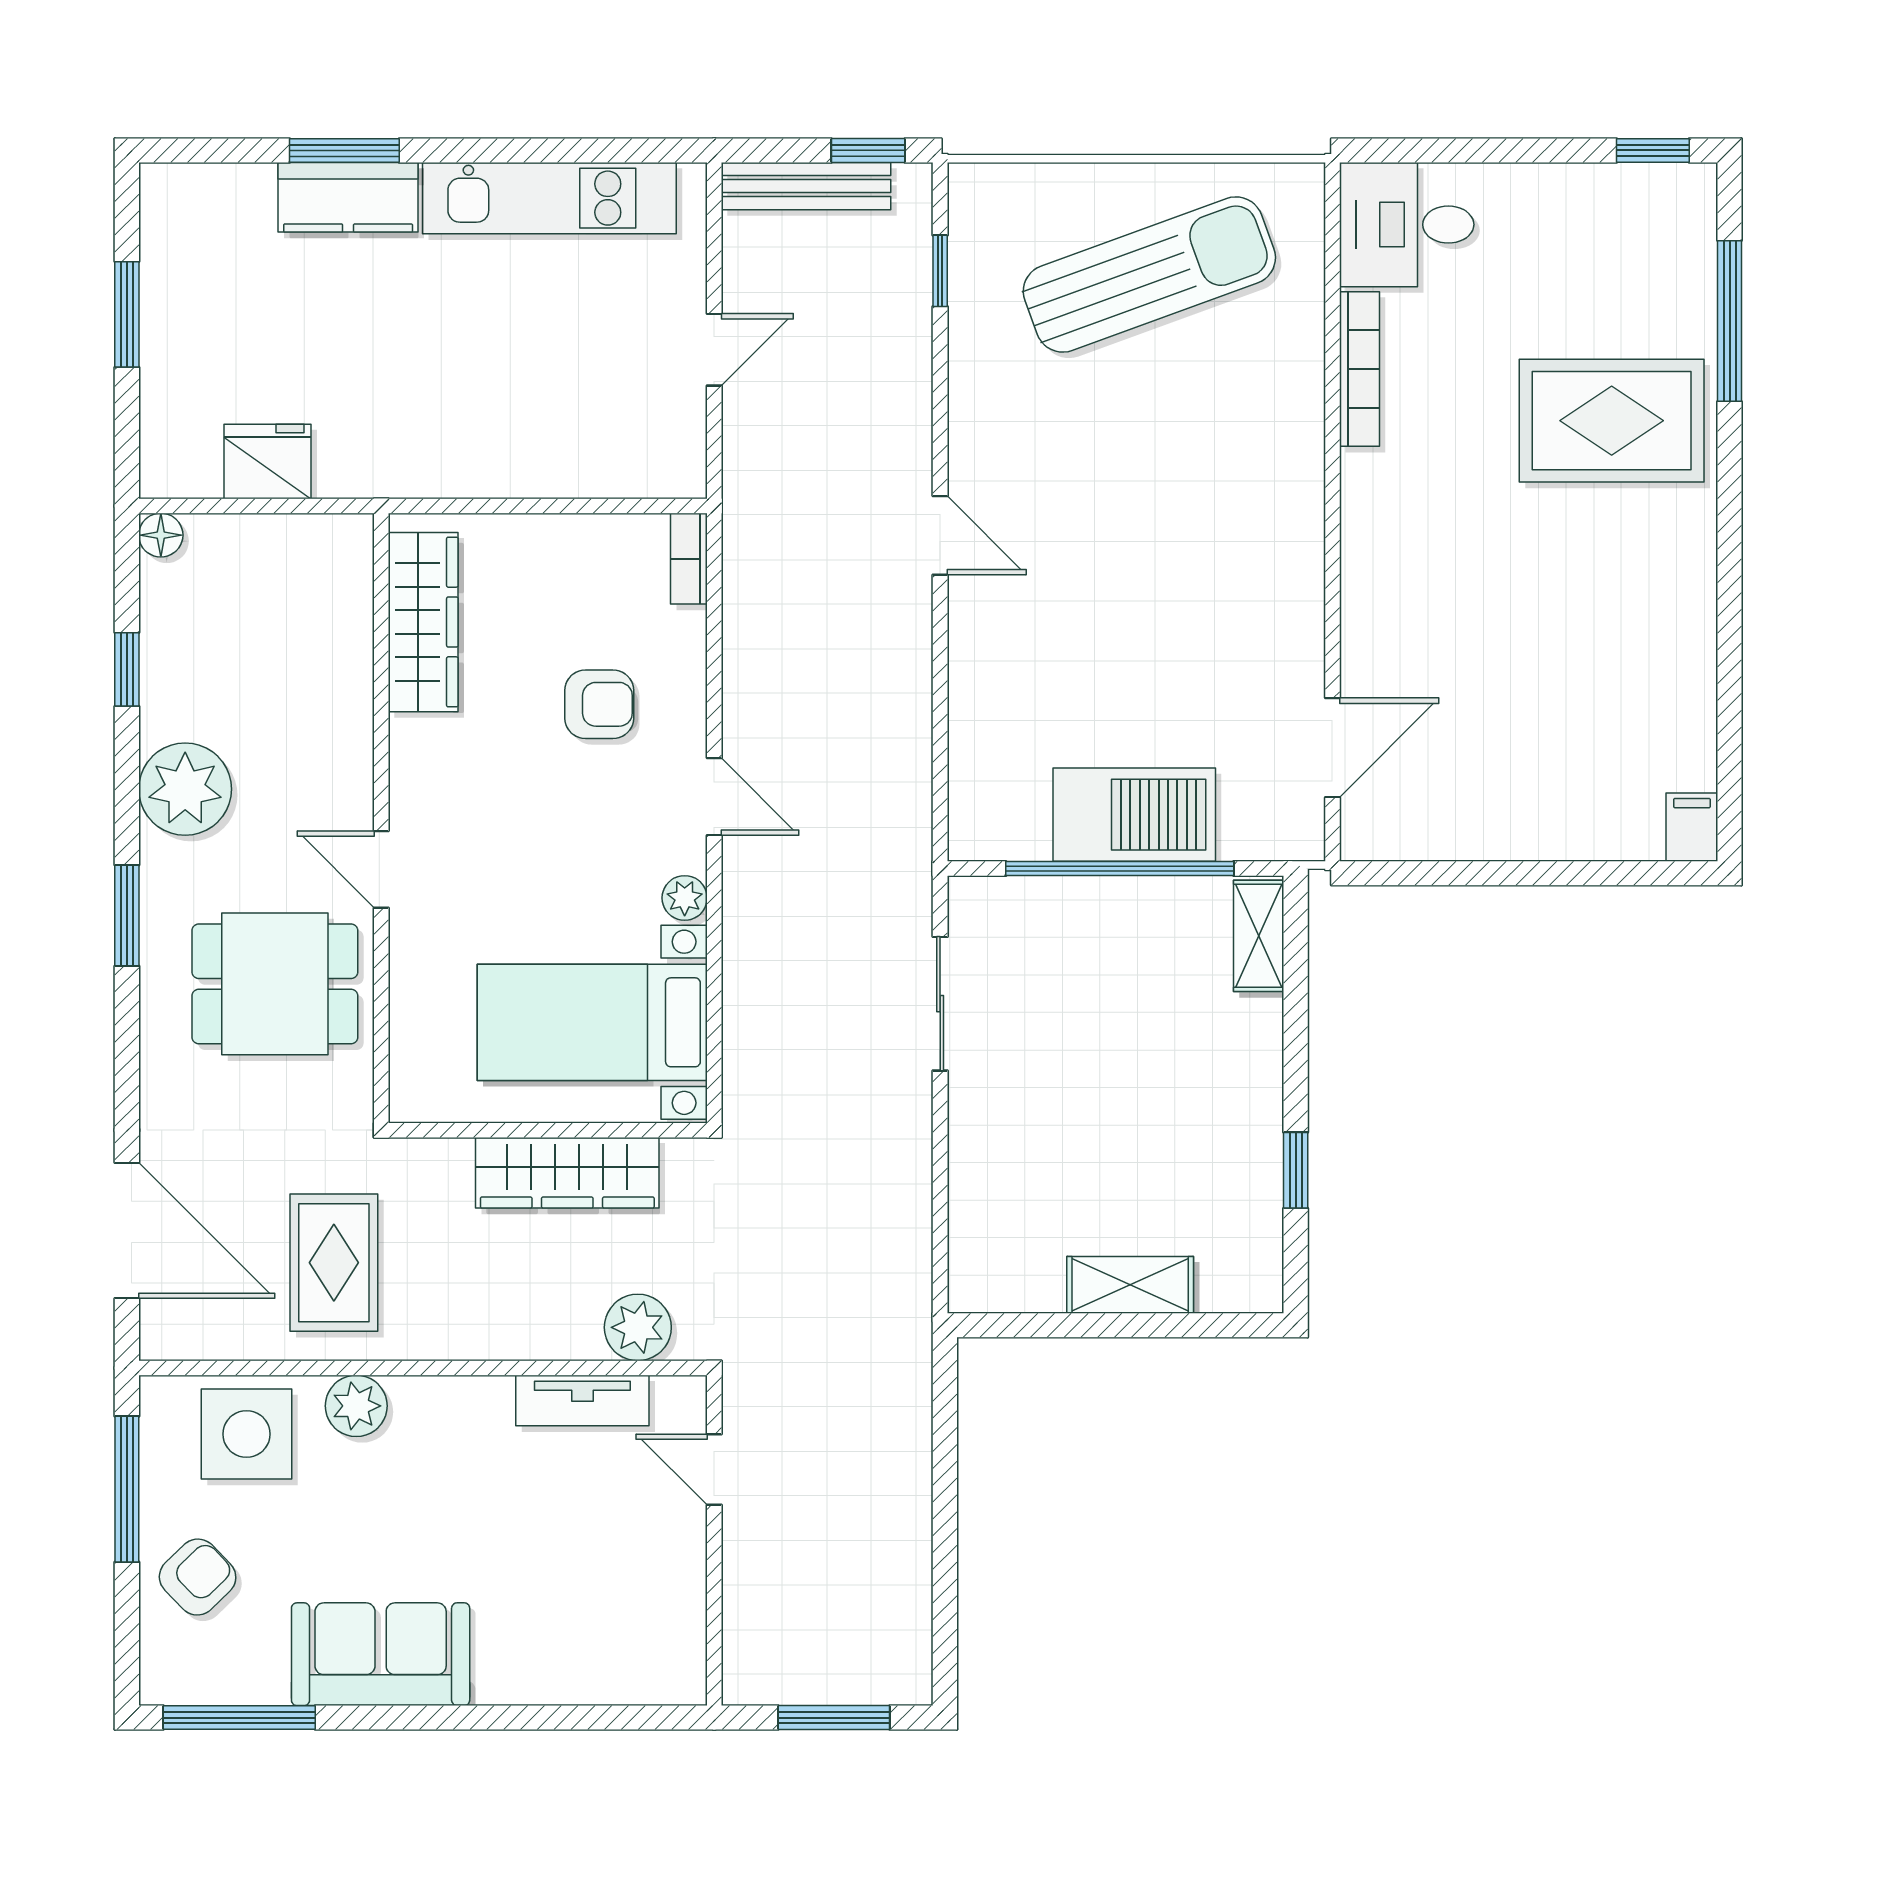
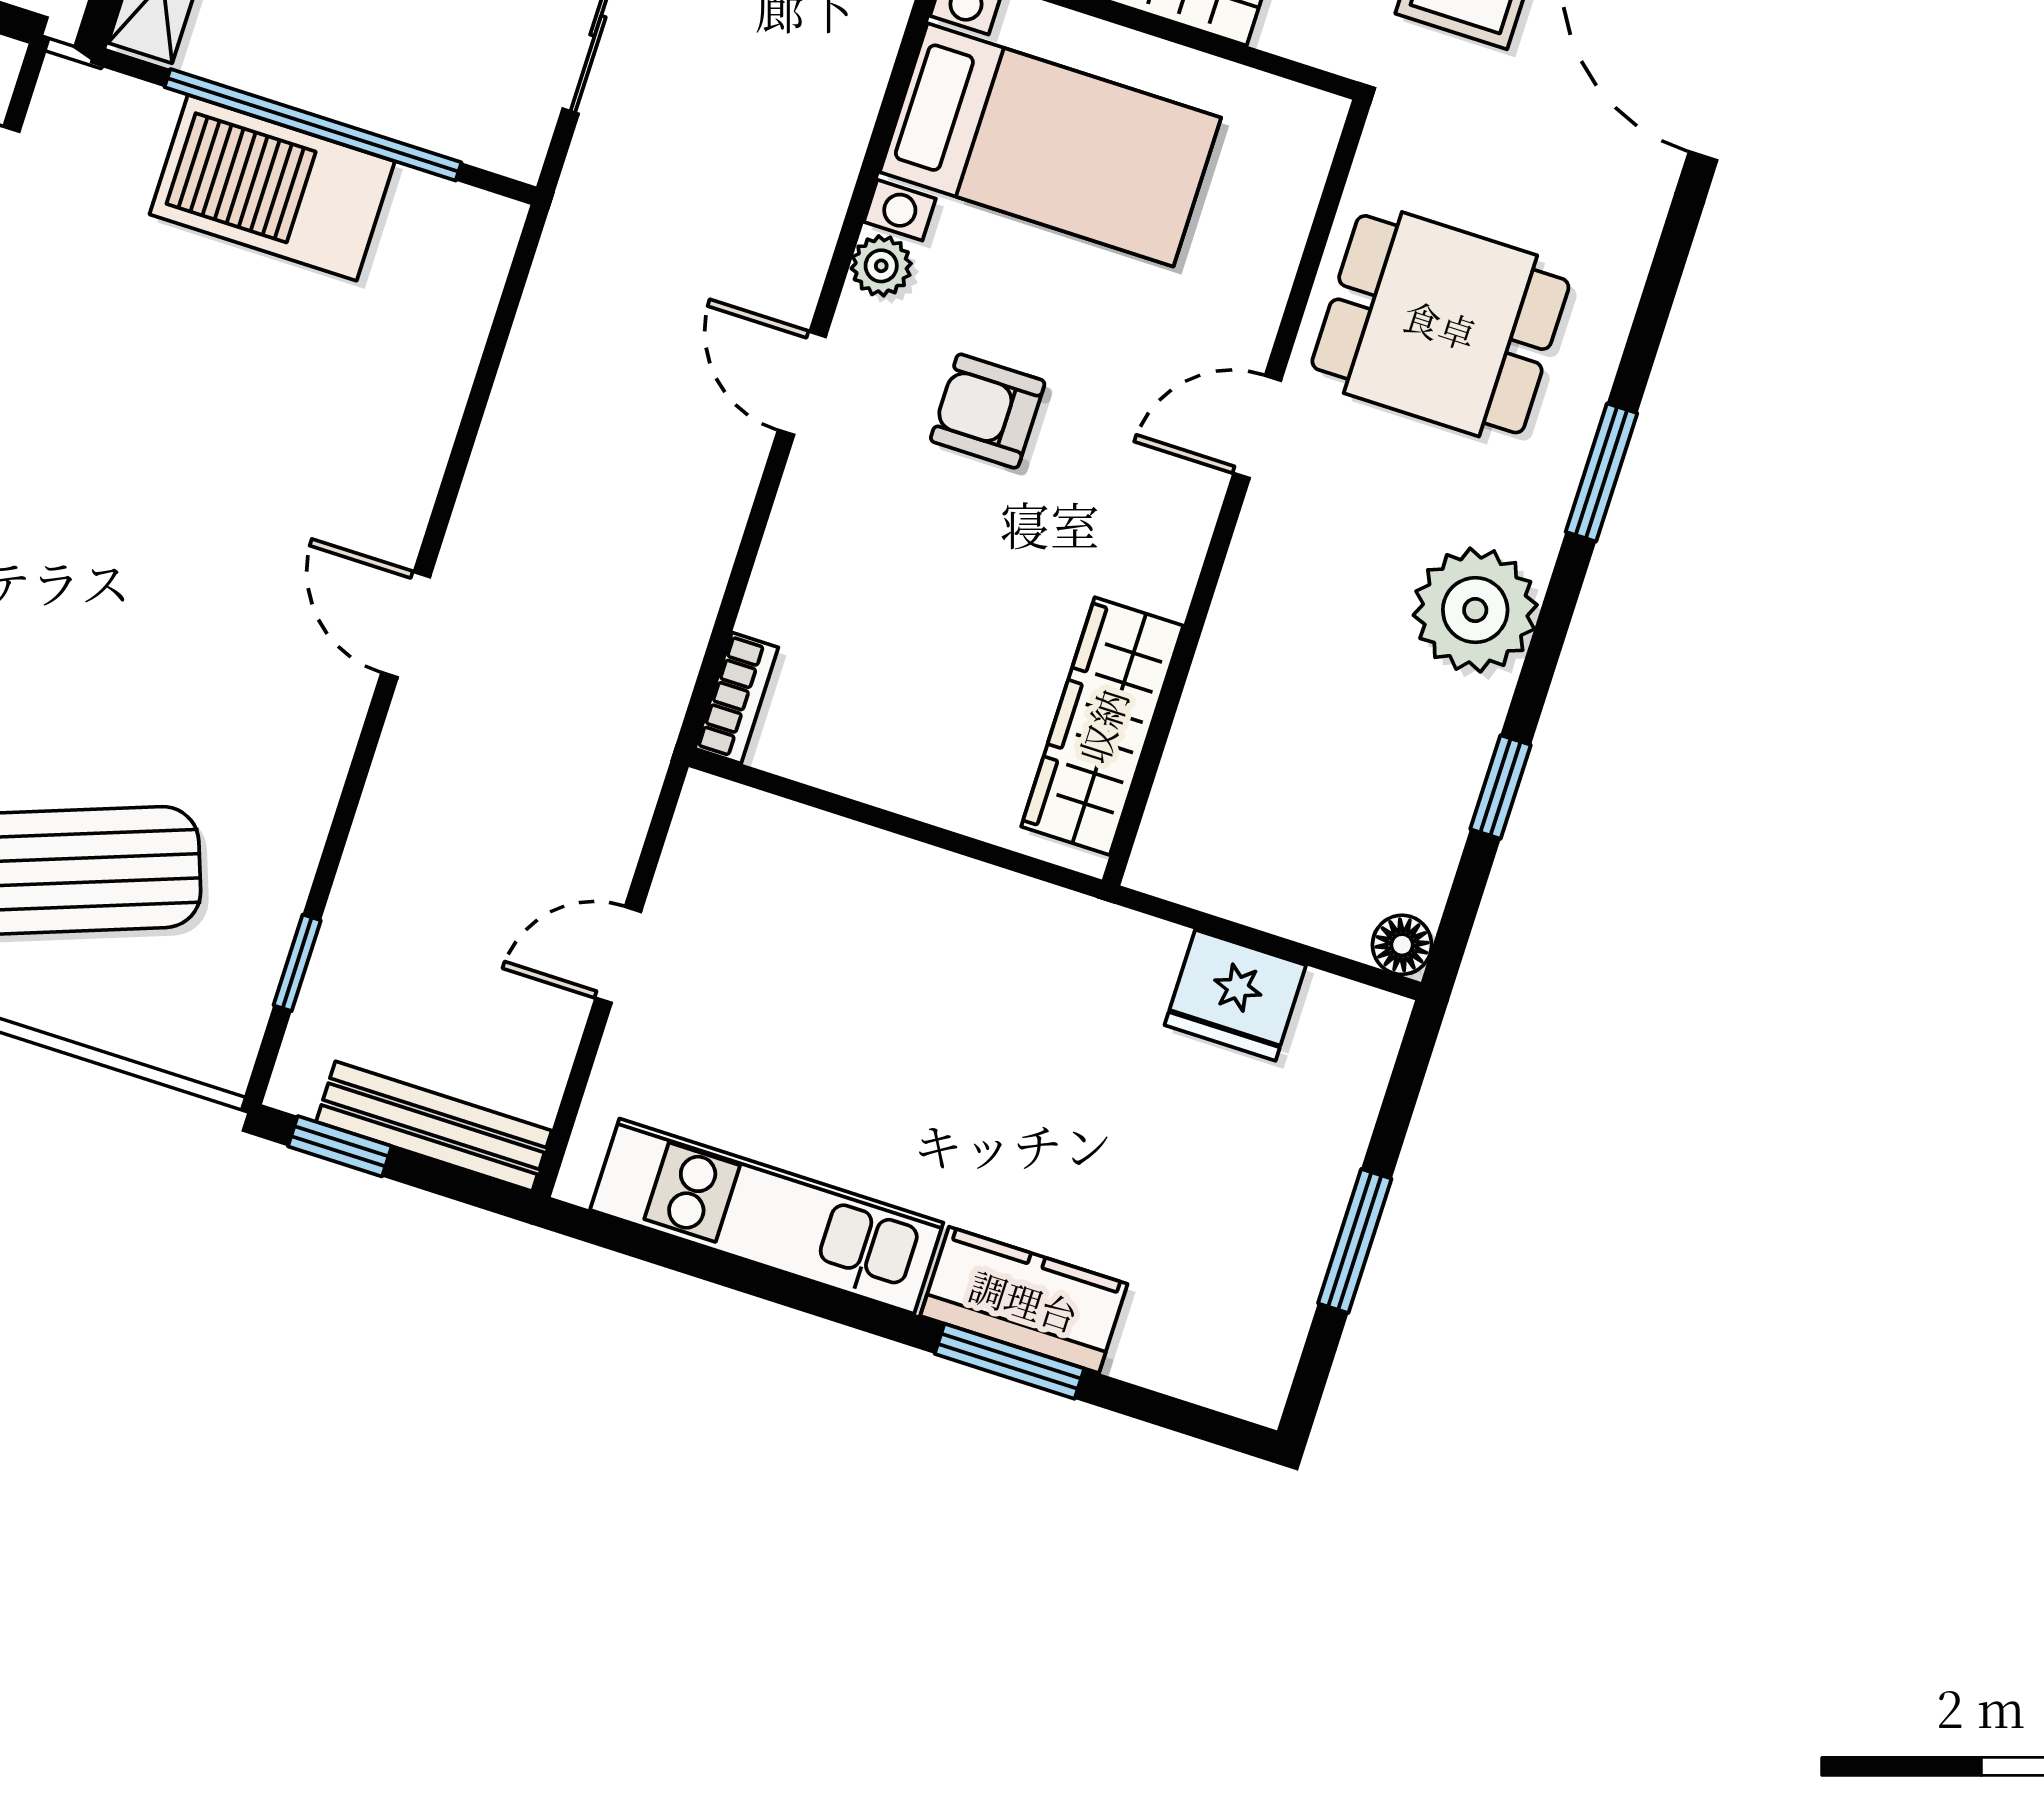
armchair: (599, 704) -> (988, 411), moved
door: (381, 869) -> (1257, 427), swing flipped

